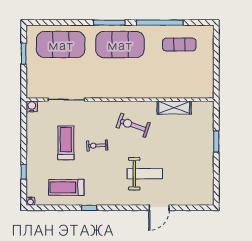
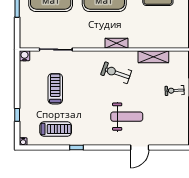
shelving: (134, 93) -> (117, 43), added
exercise bike: (97, 145) -> (175, 90), moved
treadmill: (66, 187) -> (56, 129), turned 180

